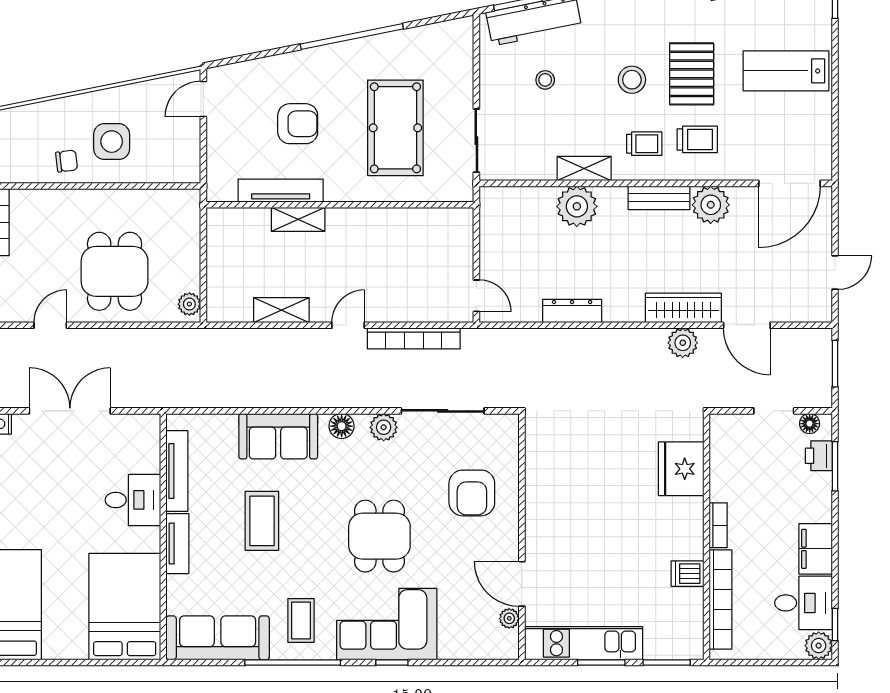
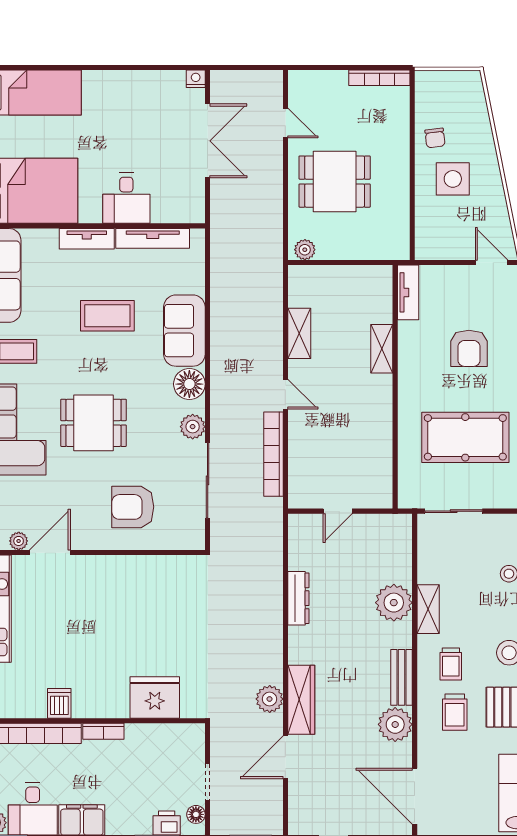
tv unit: (281, 191) -> (408, 292), moved, width x0.71
door: (476, 296) -> (338, 511), moved
floor lamp: (342, 426) -> (189, 384), width x1.38, depth x1.38

